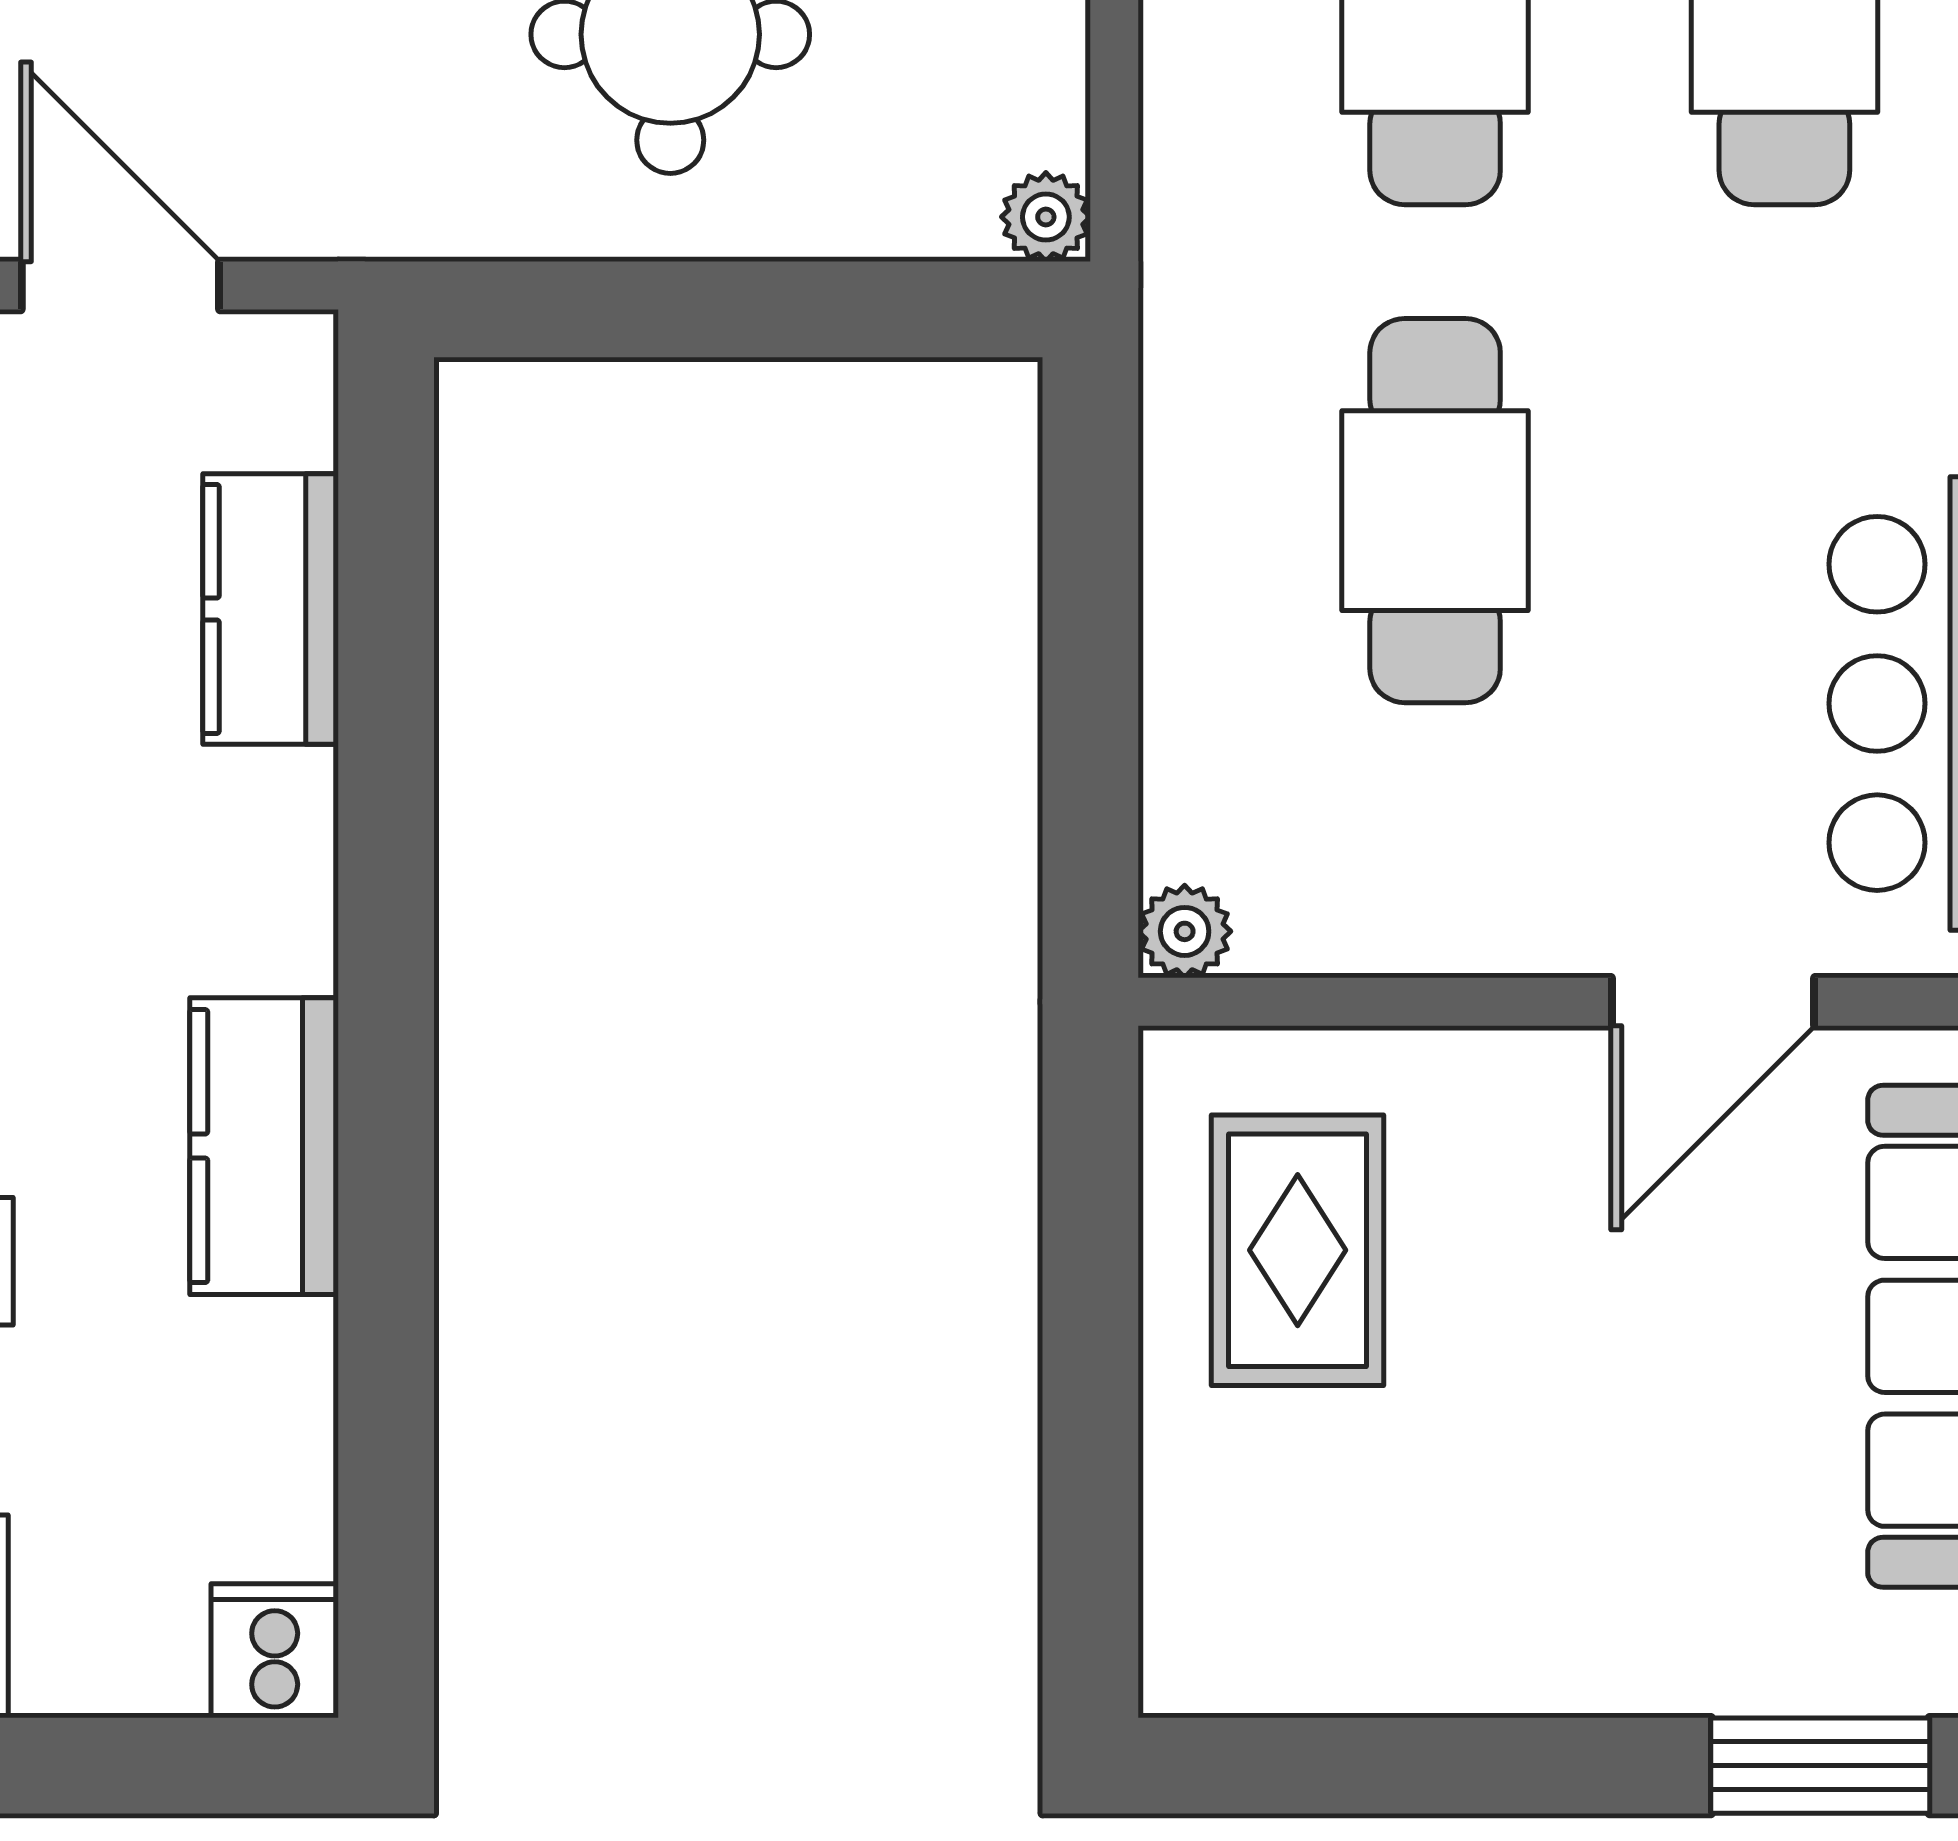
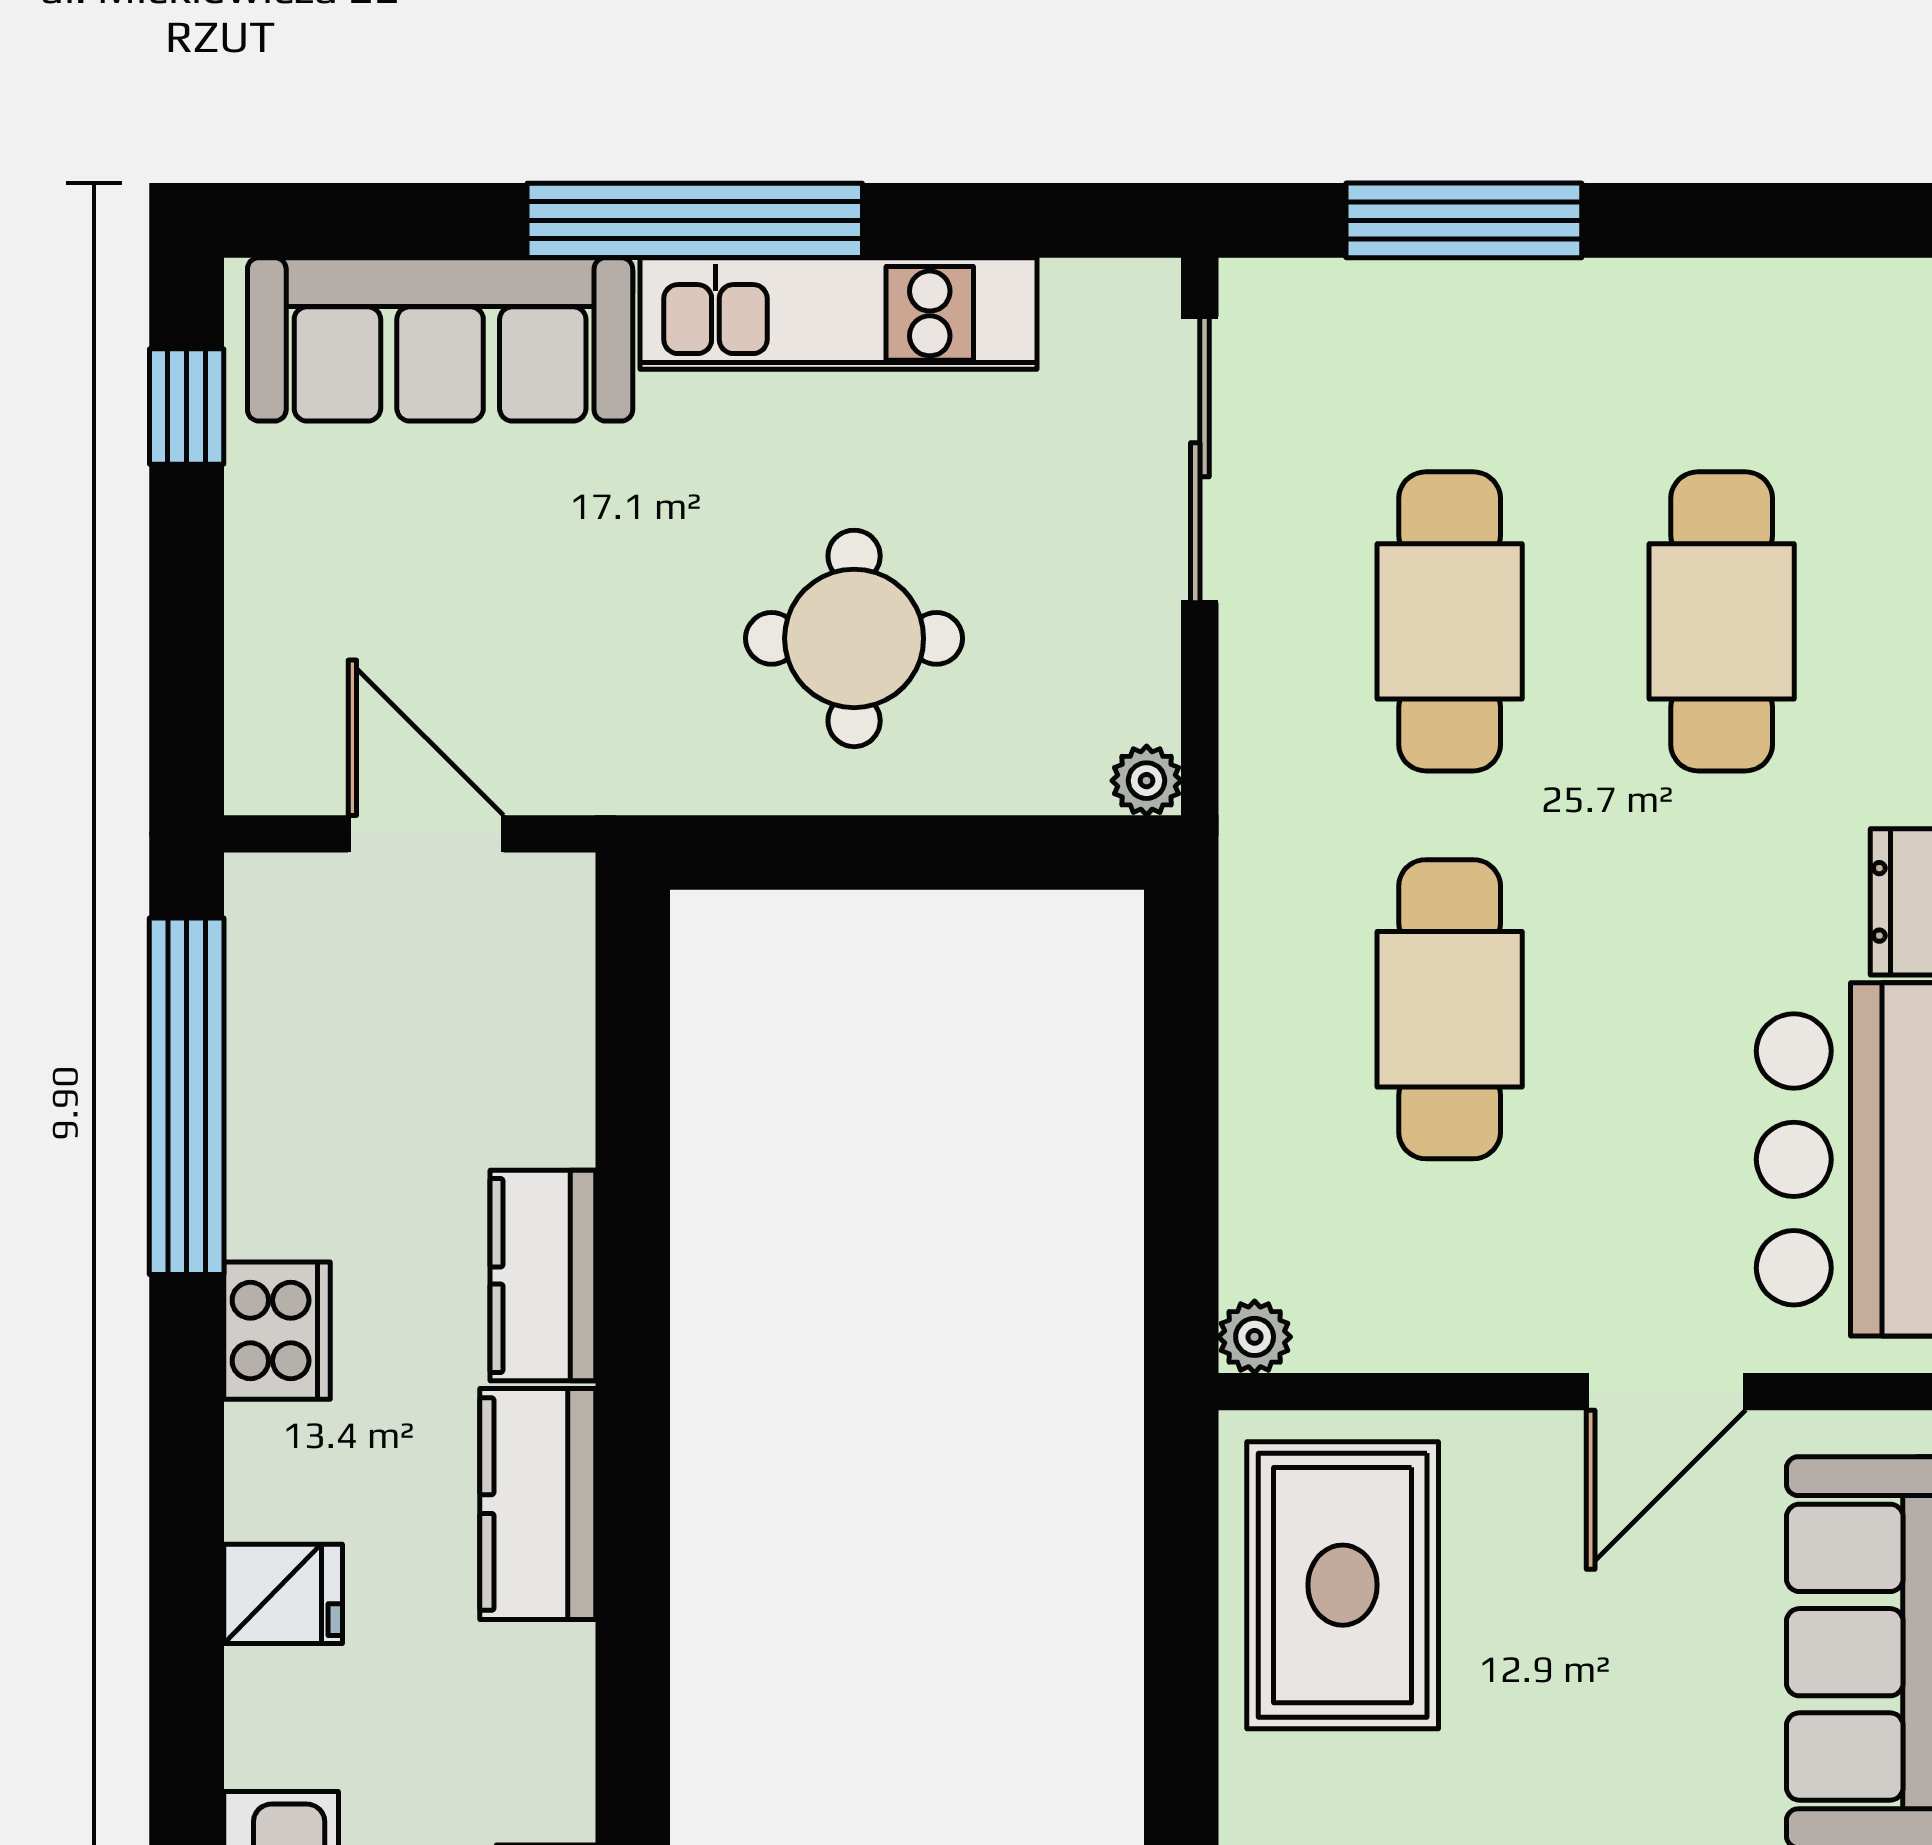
kitchen counter: (271, 609) -> (543, 1275), moved
rug: (1298, 1250) -> (1343, 1585), width x1.36, depth x1.43

